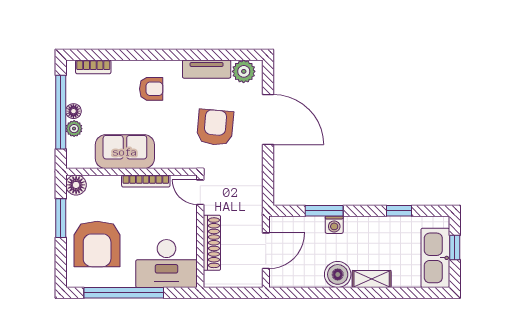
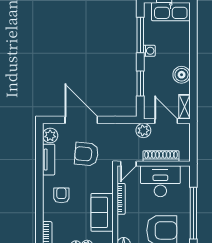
door: (268, 120) -> (81, 120), hinge flipped
window: (399, 211) -> (140, 35), width x2.17
plant: (252, 216) -> (143, 130), added
washing machine: (334, 225) -> (149, 51), moved
desk: (166, 264) -> (160, 181), moved, turned -90
shelving: (372, 279) -> (184, 107), moved

